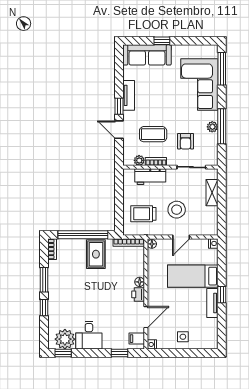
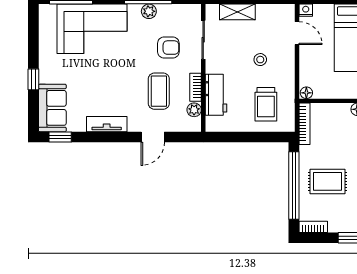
sofa: (147, 55) -> (52, 108), width x0.73
window: (119, 106) -> (60, 137), moved
stool: (177, 210) -> (260, 60), width x0.53, depth x0.53
door: (181, 237) -> (297, 33), moved
rug: (96, 254) -> (327, 181), moved

